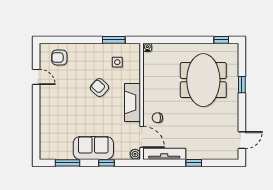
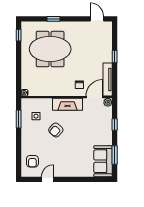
sofa: (93, 148) -> (103, 161), moved

